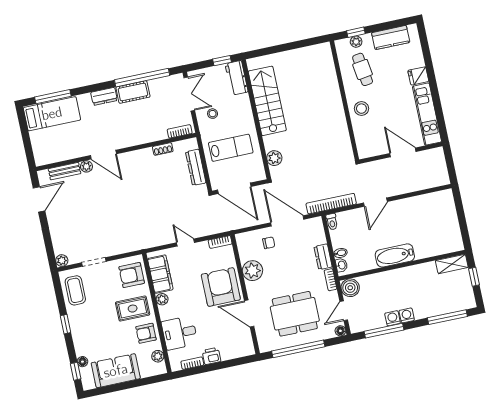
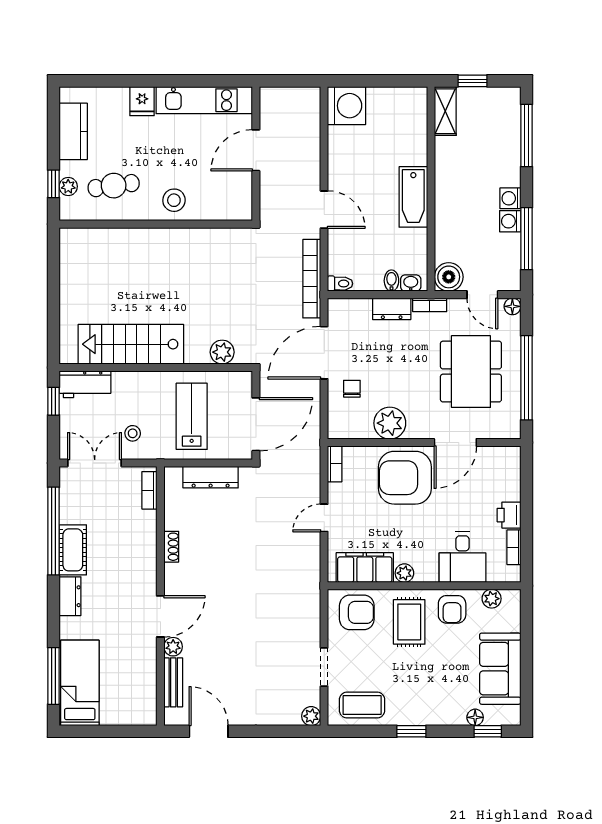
shoe rack: (163, 149) -> (171, 547), moved
washing machine: (442, 202) -> (347, 106), added
armchair: (132, 275) -> (357, 612), turned -90

